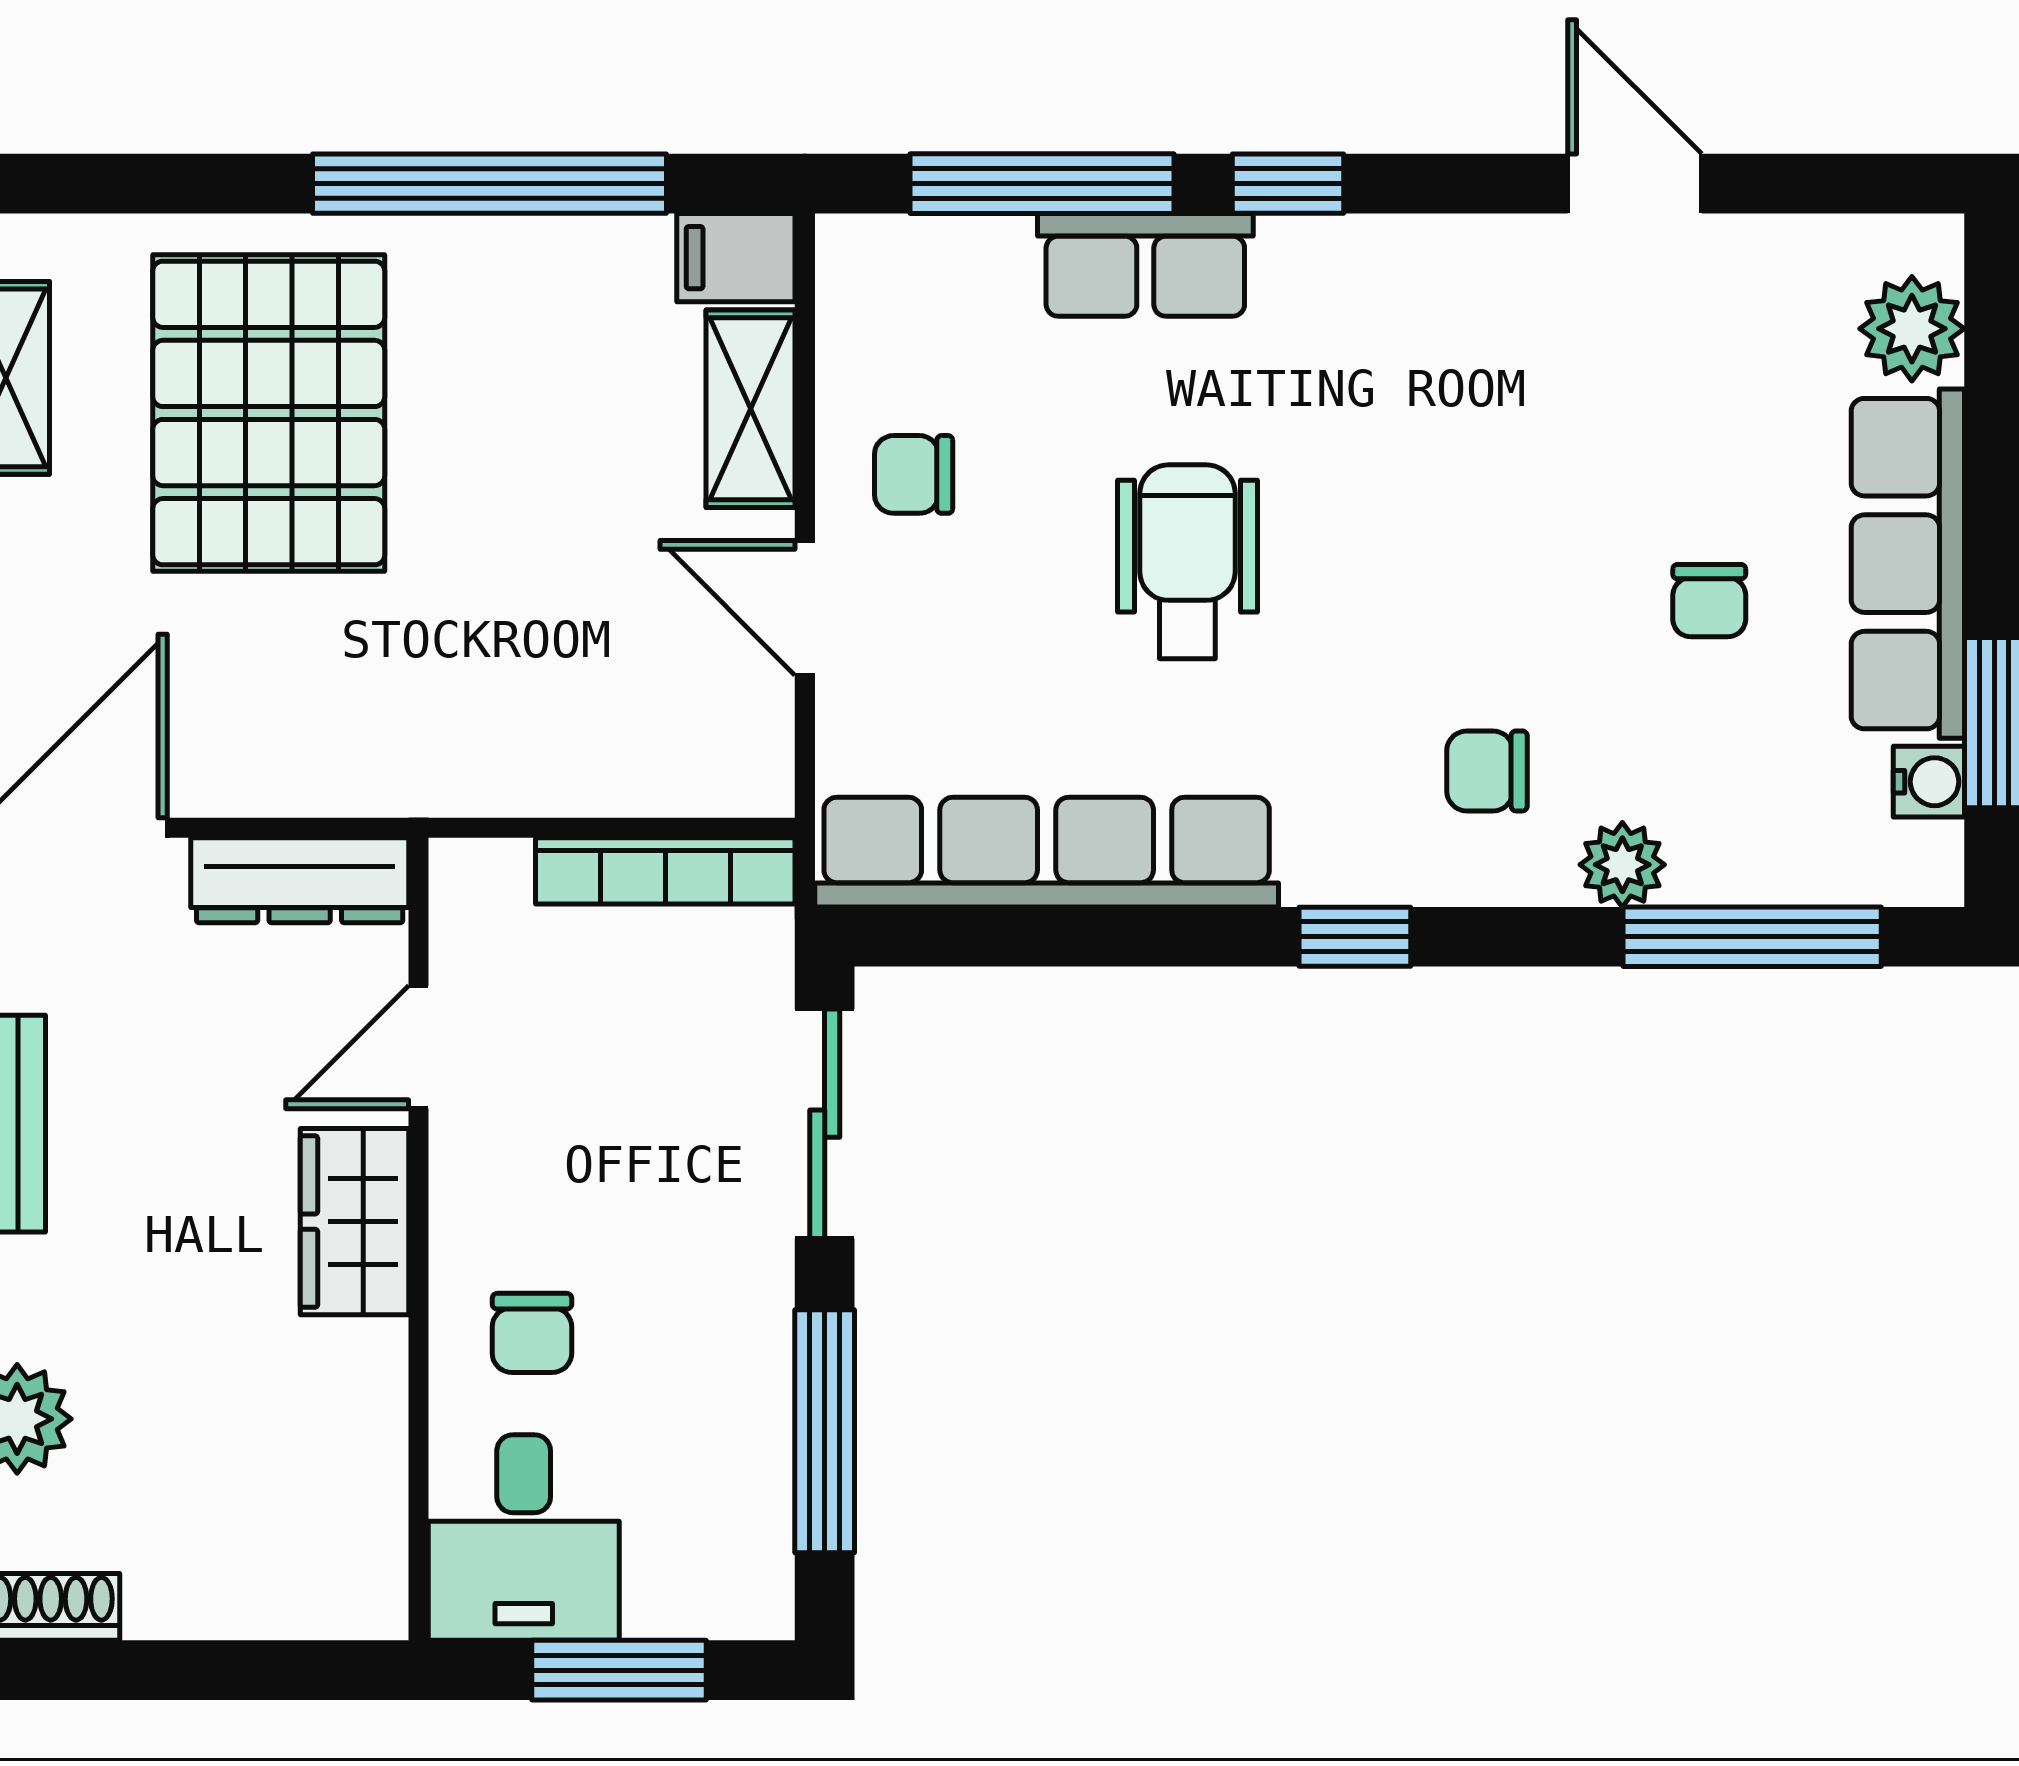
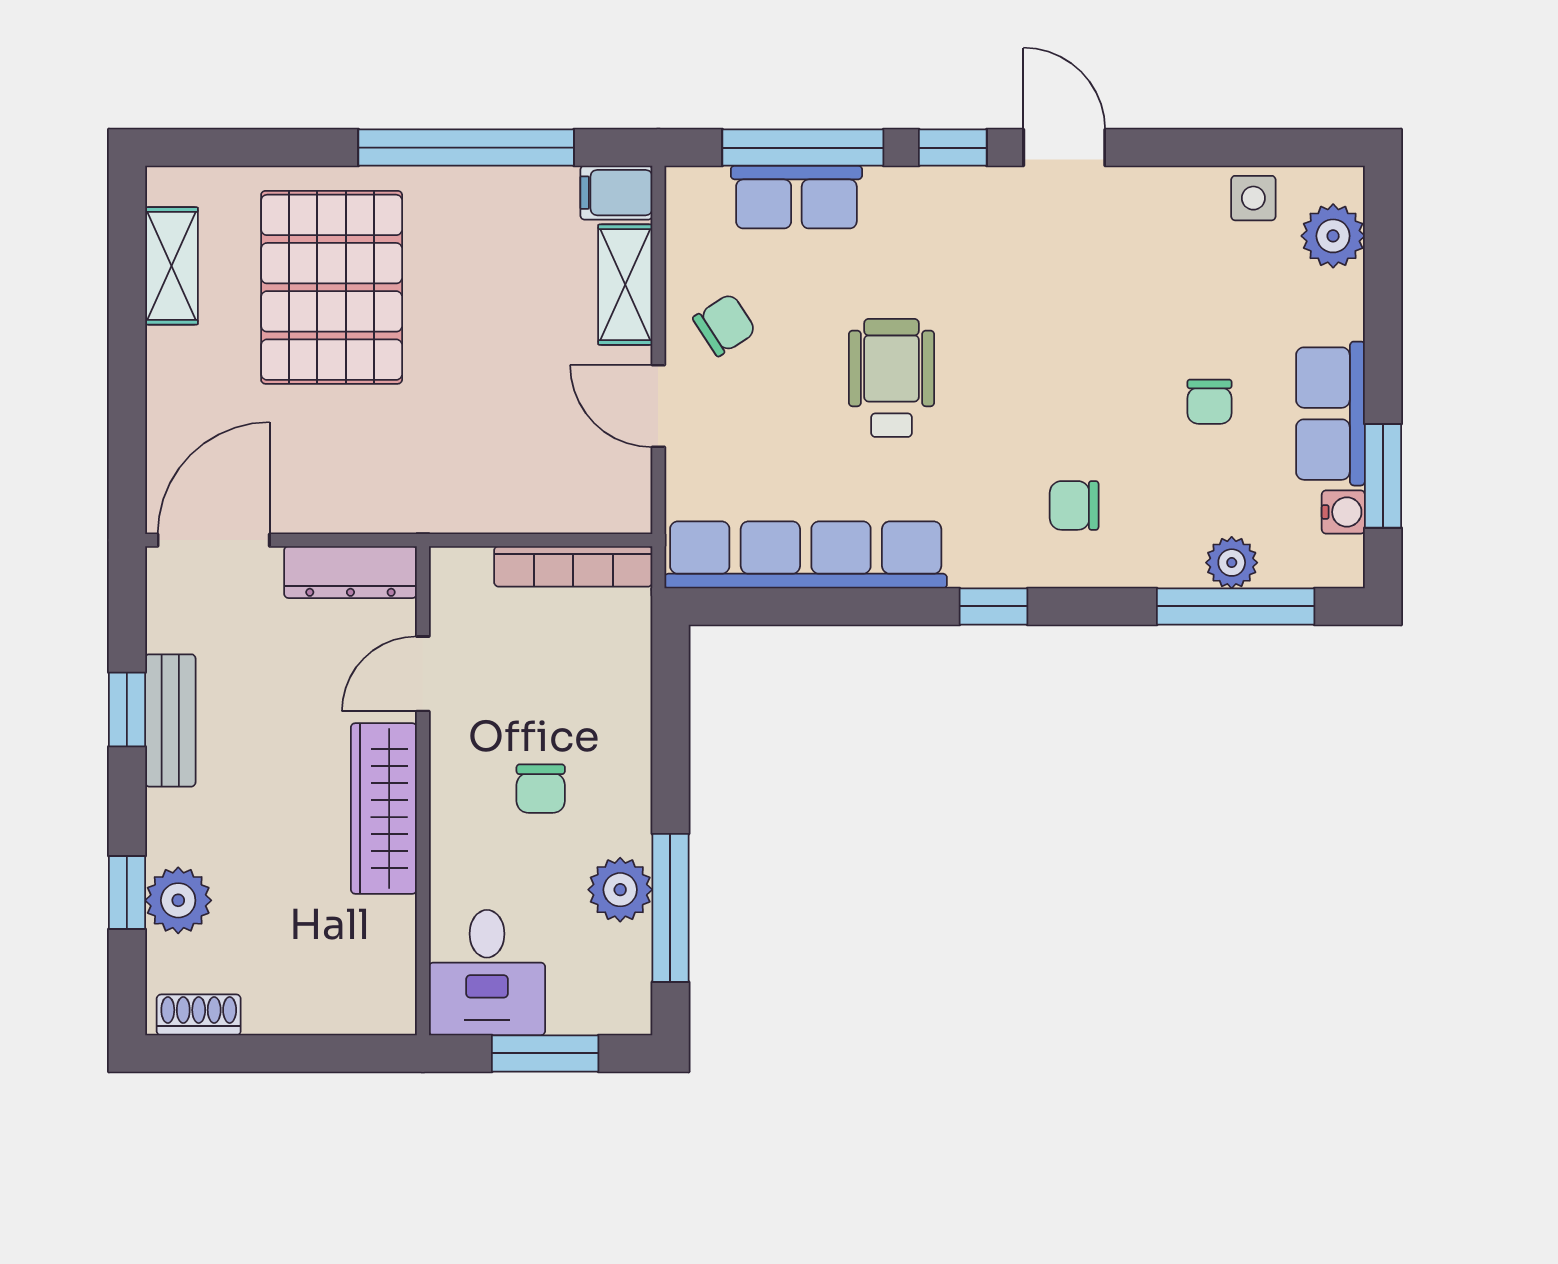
door: (1635, 184) -> (1064, 148), moved
row of seats: (1145, 265) -> (796, 197), moved
side table: (1781, 267) -> (1253, 198), added
chair: (914, 474) -> (725, 325), turned 147
row of seats: (1908, 564) -> (1331, 414), width x0.68
plant: (1622, 865) -> (1232, 563), moved
sliding door: (825, 1124) -> (670, 720), removed
wardrobe: (354, 1222) -> (384, 808), width x1.50
chair: (532, 1333) -> (541, 789), moved
plant: (742, 1401) -> (620, 890), added

